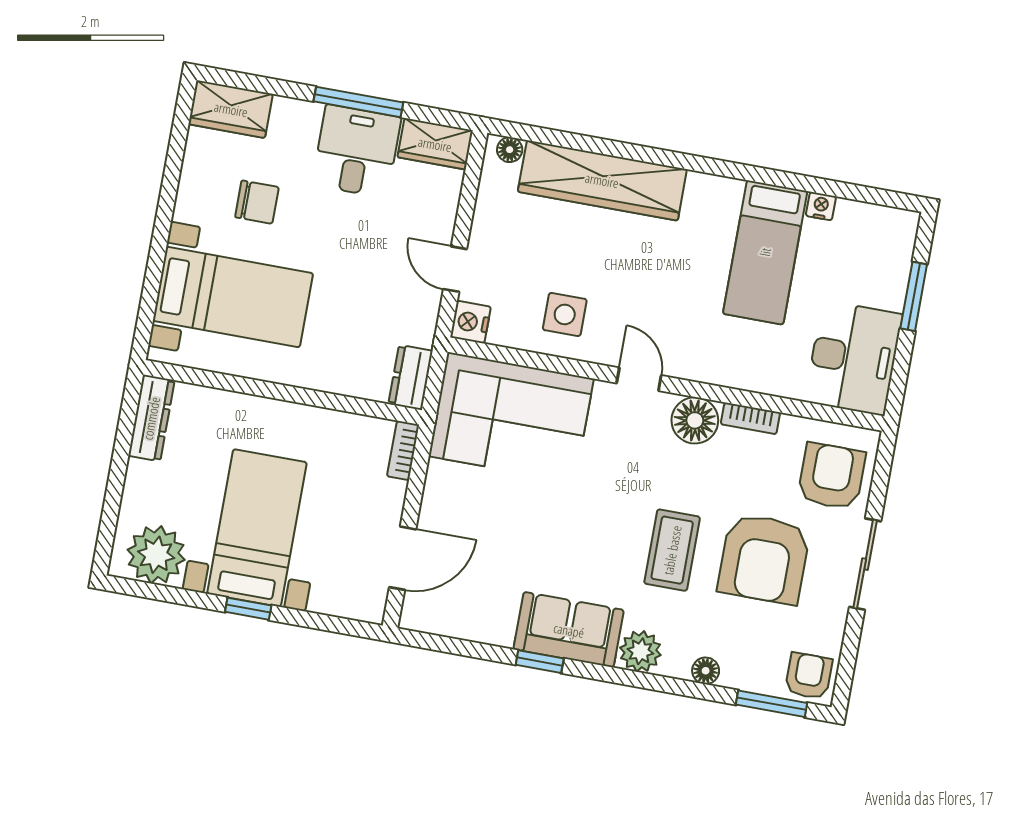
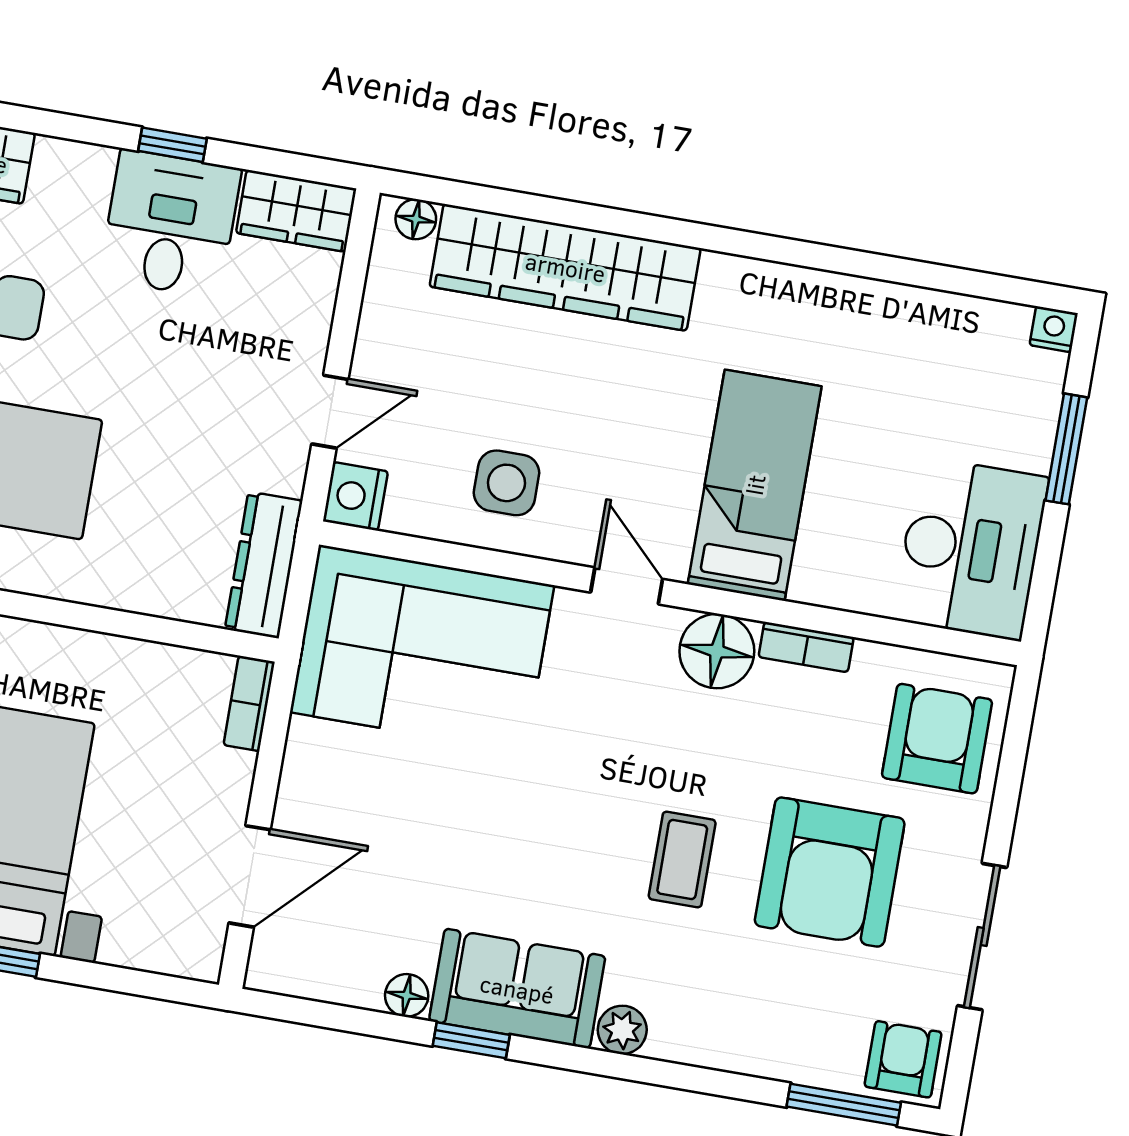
window: (358, 102) -> (172, 145), width x0.46
nightstand: (821, 206) -> (1054, 329), moved
bed: (765, 252) -> (755, 485), moved, turned 180
door: (455, 269) -> (330, 412), swing flipped
dresser: (411, 377) -> (264, 565), width x1.44
coffee table: (672, 550) -> (682, 860), width x0.73, depth x0.77
sliding door: (865, 564) -> (982, 937), moved
plant: (640, 651) -> (622, 1030), width x0.73, depth x0.73
floor lamp: (706, 671) -> (407, 995), moved

